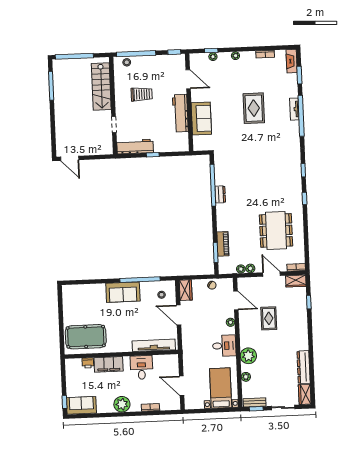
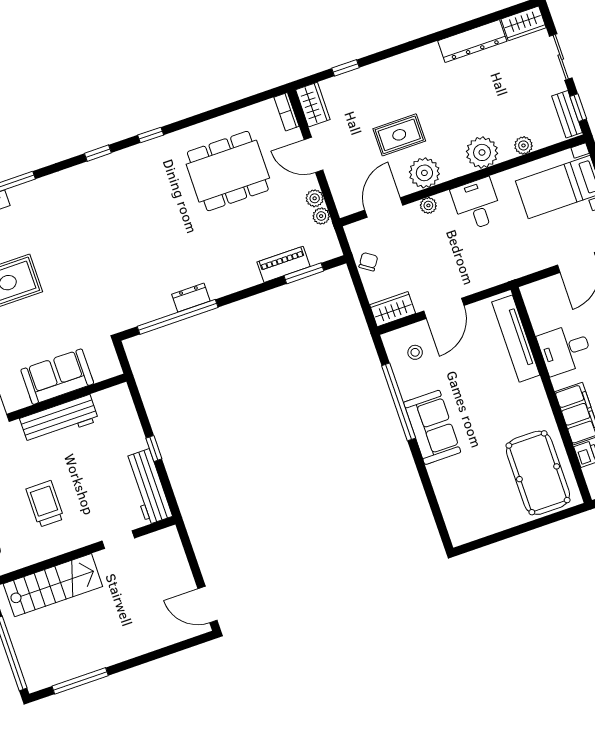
door: (70, 158) -> (208, 604), swing flipped
door: (271, 274) -> (313, 155), hinge flipped
plant: (247, 325) -> (424, 173), added

